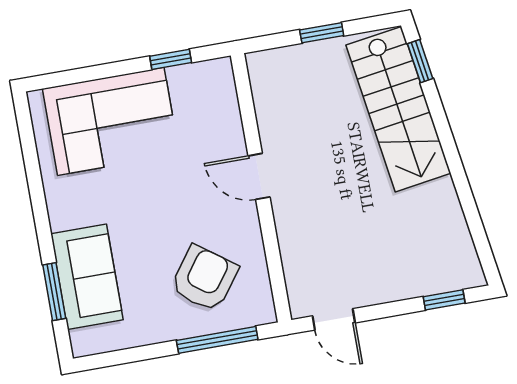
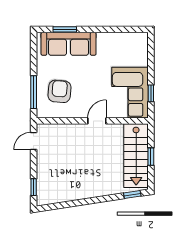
stairs: (398, 109) -> (136, 156), moved, turned -81
corner sofa: (111, 121) -> (130, 93), moved
sofa: (87, 277) -> (69, 44), width x1.36
armchair: (204, 278) -> (59, 91), turned -121

